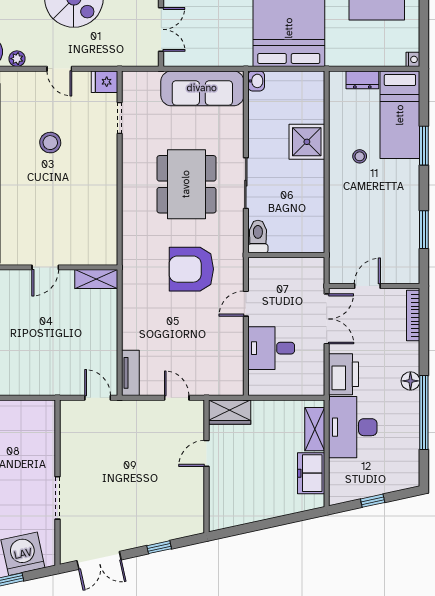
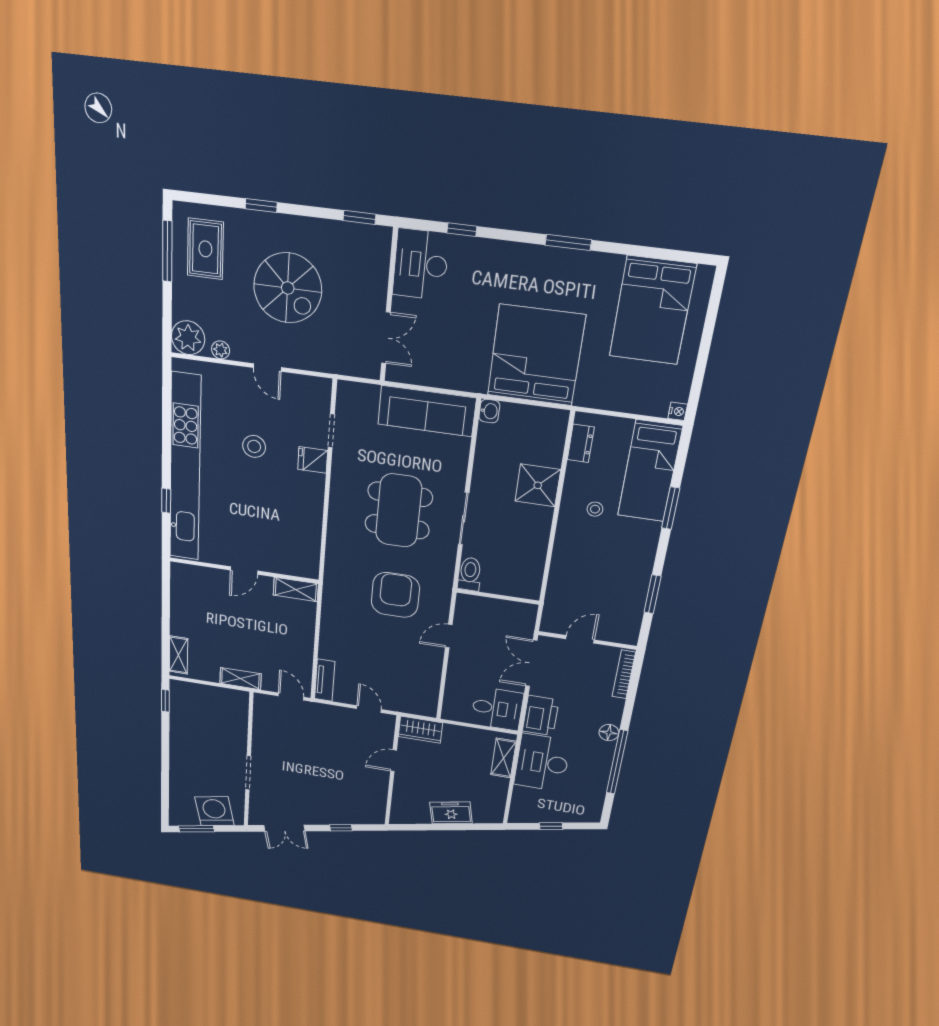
dresser: (362, 80) -> (581, 443), moved, turned -90
fridge: (105, 82) -> (313, 460), moved
armchair: (191, 269) -> (395, 595), turned 90
double door: (327, 319) -> (531, 663), swing flipped
desk: (271, 348) -> (497, 709), moved, turned 180
shelving: (46, 386) -> (240, 679), added
freezer: (311, 473) -> (451, 813), moved, turned 78

